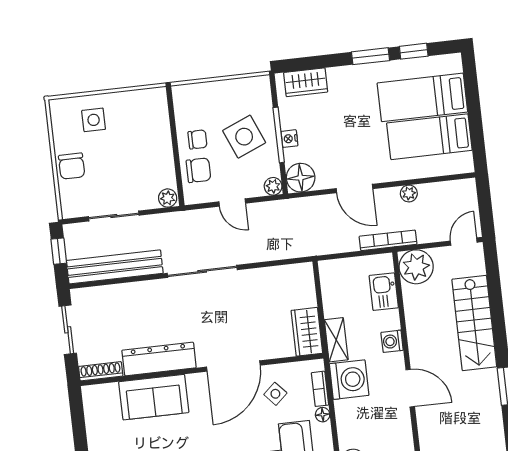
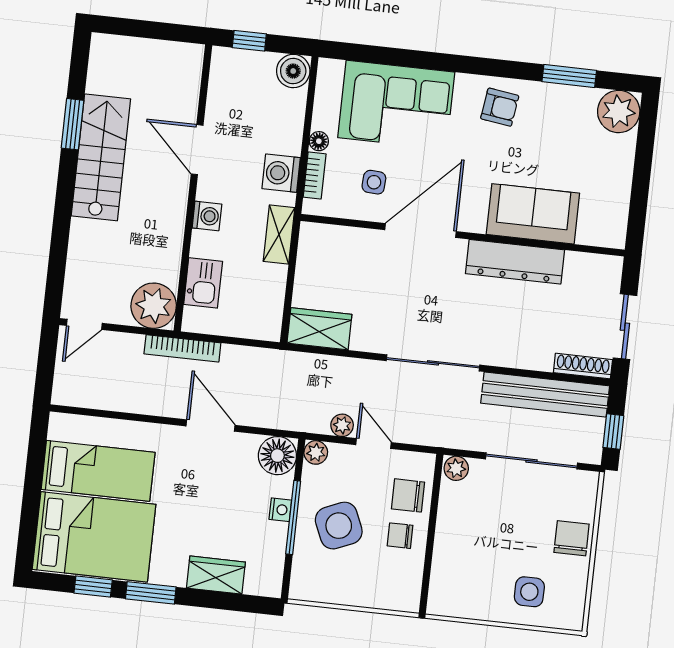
wardrobe: (306, 82) -> (216, 575), moved
bed: (422, 97) -> (94, 537), width x1.50
plant: (409, 193) -> (342, 425), moved
sliding door: (114, 216) -> (531, 461), width x1.37
stairs: (474, 323) -> (101, 157), moved
wardrobe: (307, 332) -> (319, 329), moved, turned -90
shoe rack: (101, 371) -> (583, 366), moved, turned 180
washing machine: (349, 380) -> (281, 173), width x0.73, depth x0.73
side table: (275, 394) -> (374, 182), turned 45

